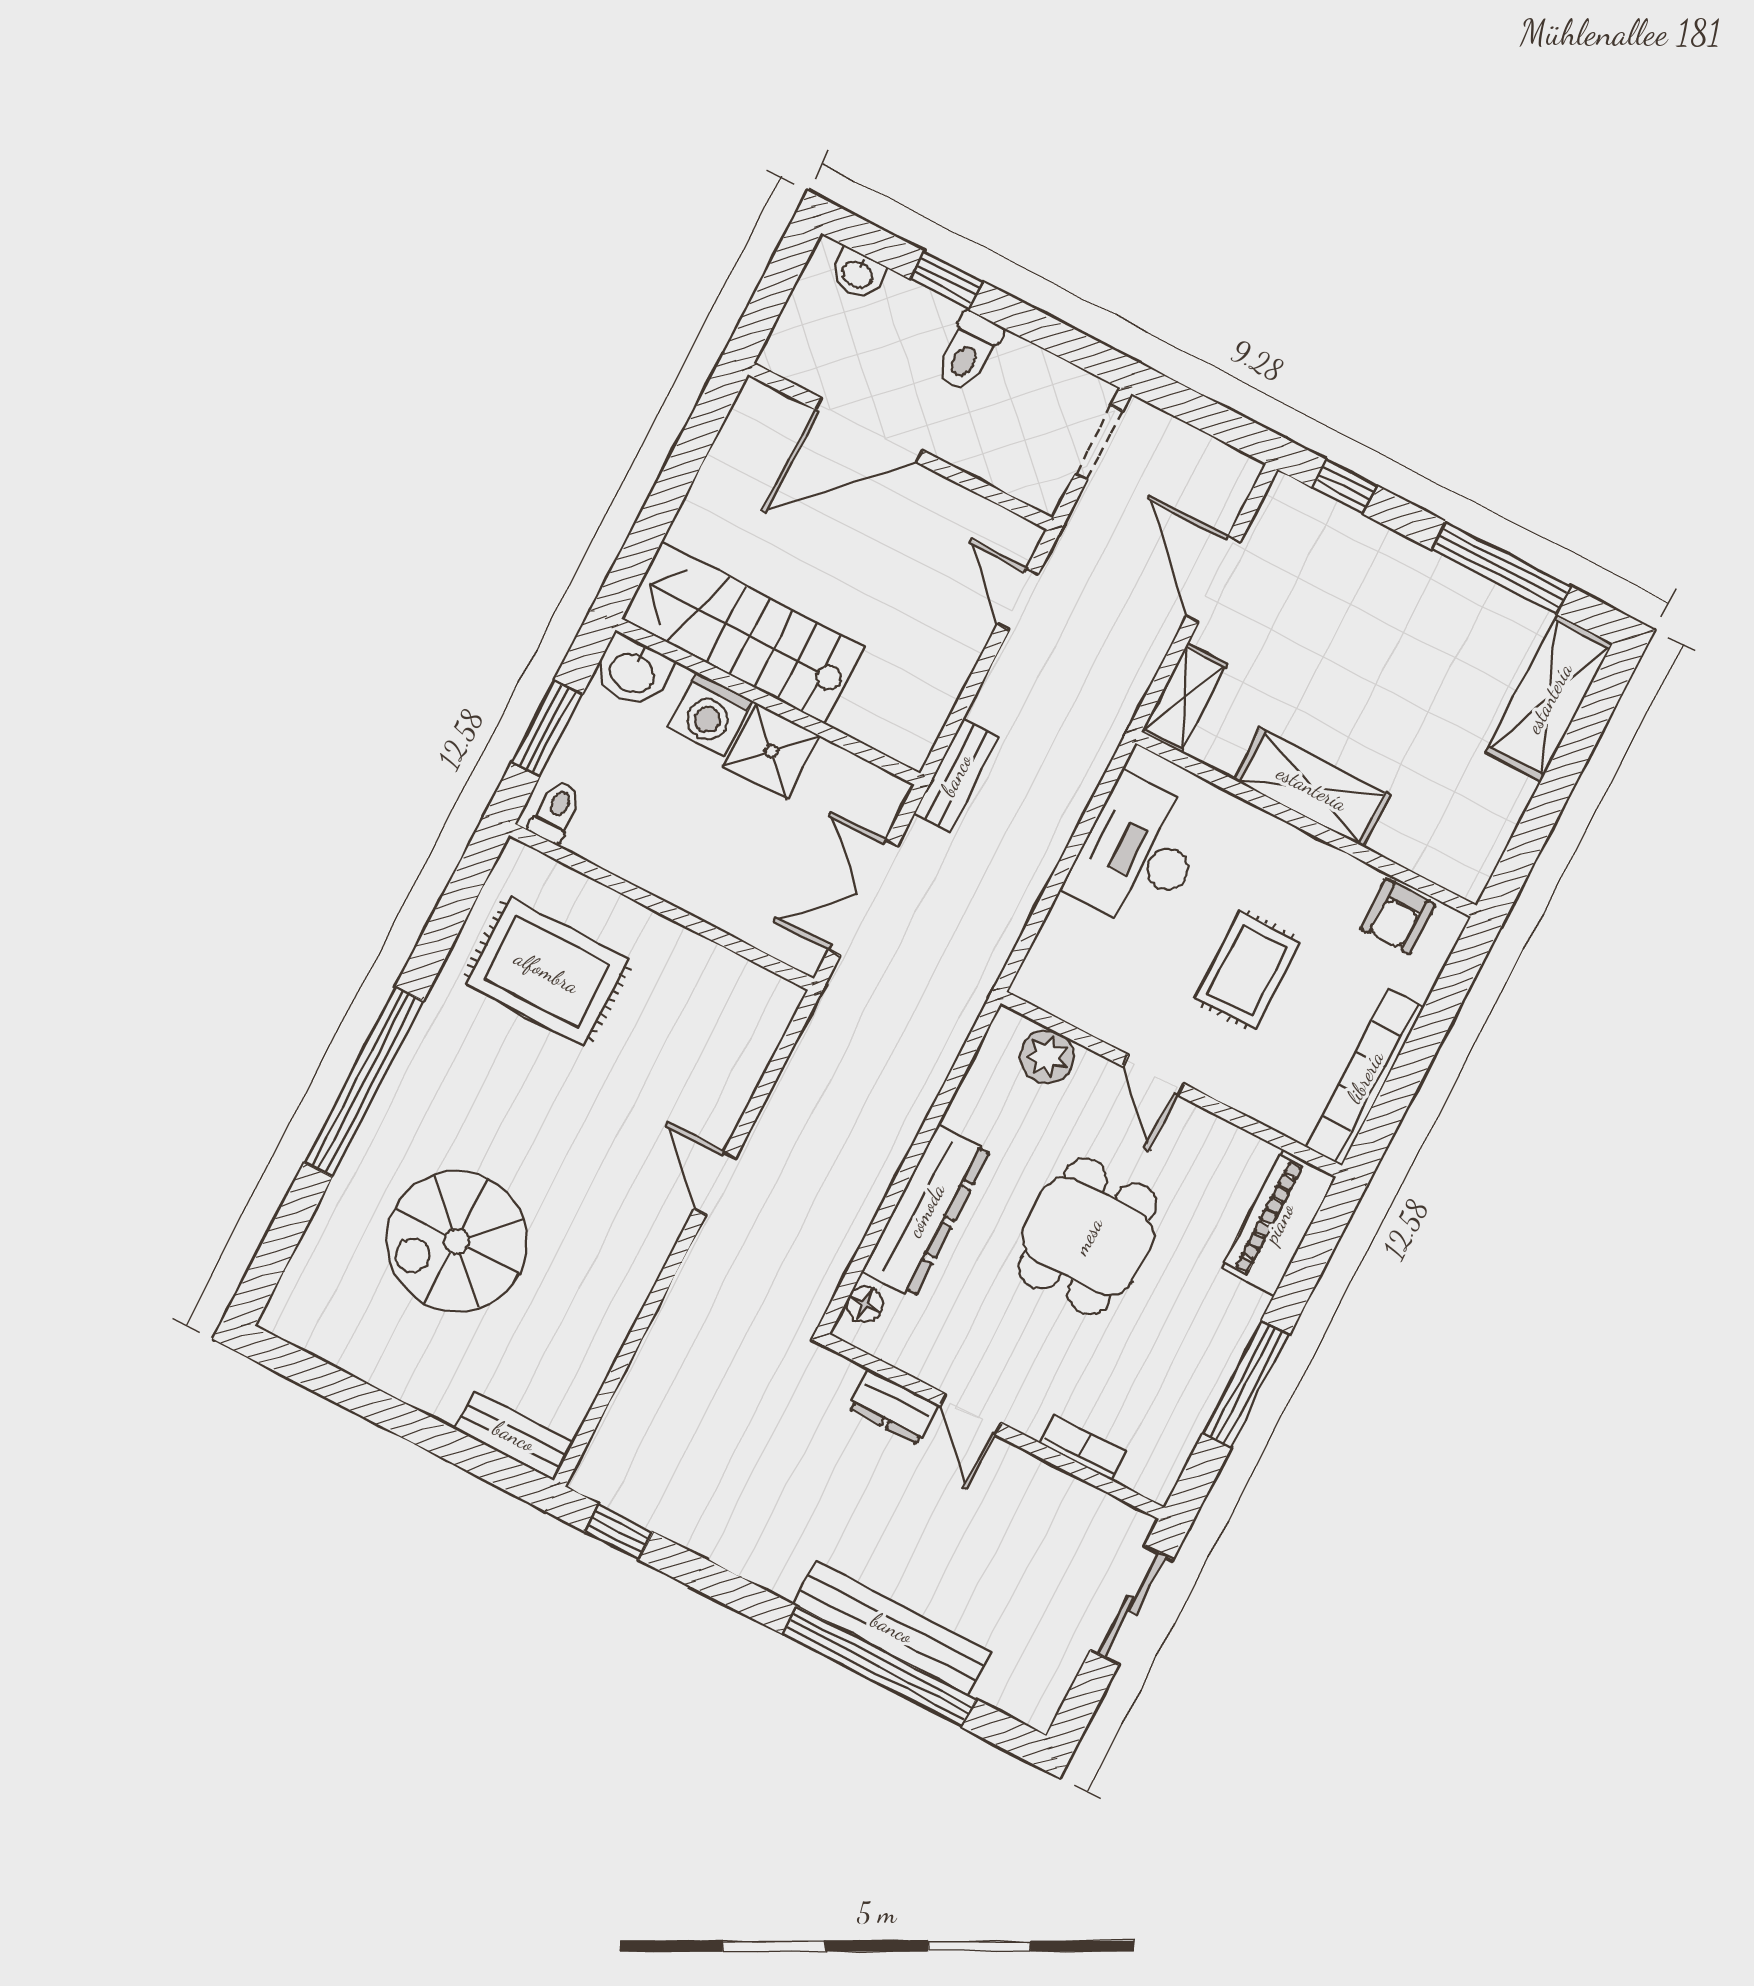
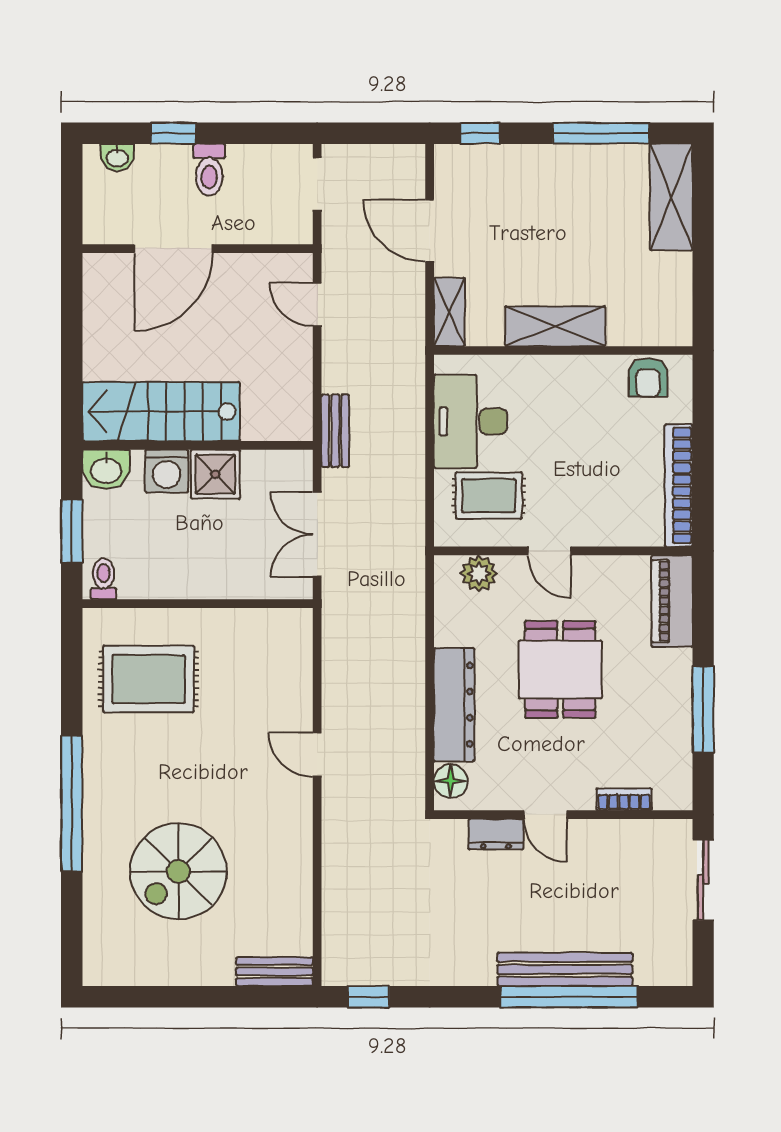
rug: (1247, 970) -> (489, 496), moved, turned 90
floor lamp: (865, 1304) -> (451, 781), width x1.37, depth x1.37

